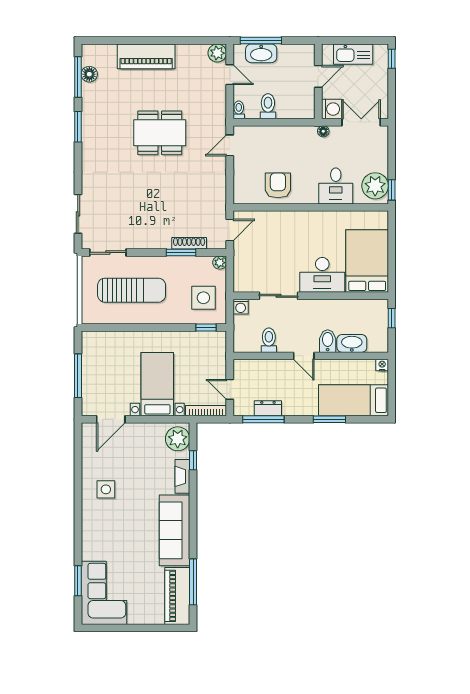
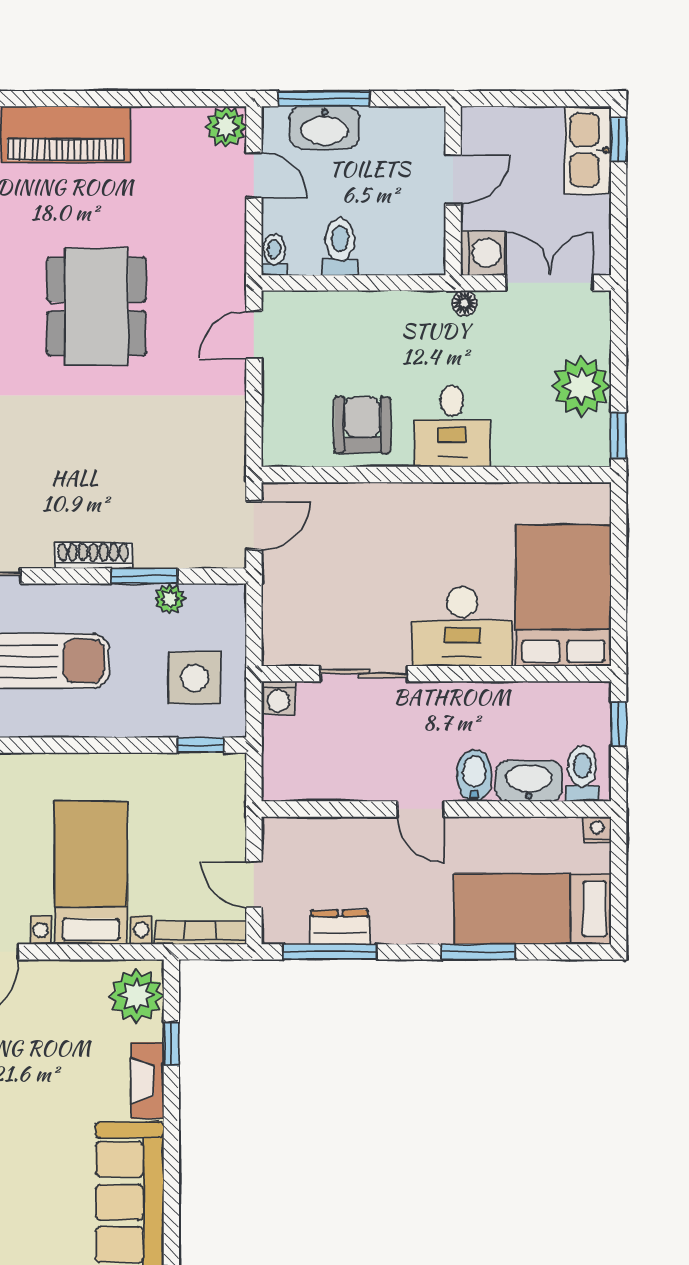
kitchen sink: (353, 54) -> (588, 150), moved, turned 90
dining table: (160, 133) -> (96, 306), turned 90
desk: (336, 186) -> (452, 426), moved
plant: (375, 186) -> (581, 386), moved
shoe rack: (189, 243) -> (93, 555), moved
plant: (220, 263) -> (170, 599), moved
toilet: (269, 340) -> (582, 774), moved

